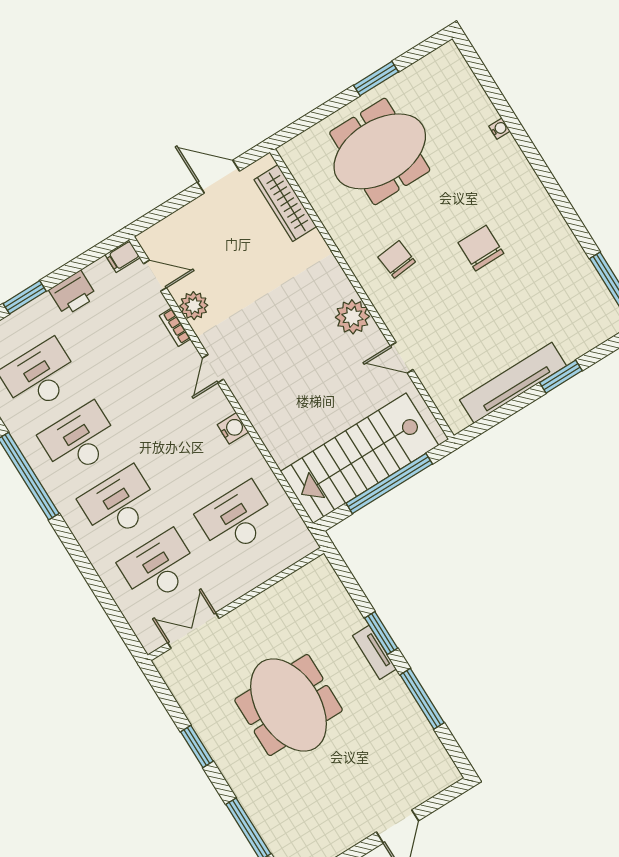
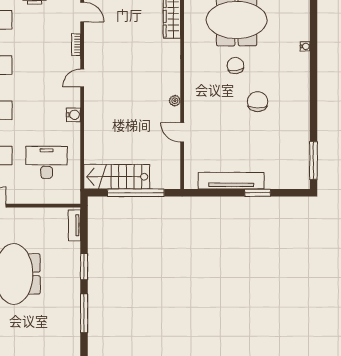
chair: (397, 259) -> (235, 65), moved
plant: (194, 306) -> (92, 40), removed
plant: (352, 317) -> (175, 101), width x0.53, depth x0.53
stairs: (360, 458) -> (117, 177), width x0.73, depth x0.66
tv unit: (374, 652) -> (74, 225), moved

